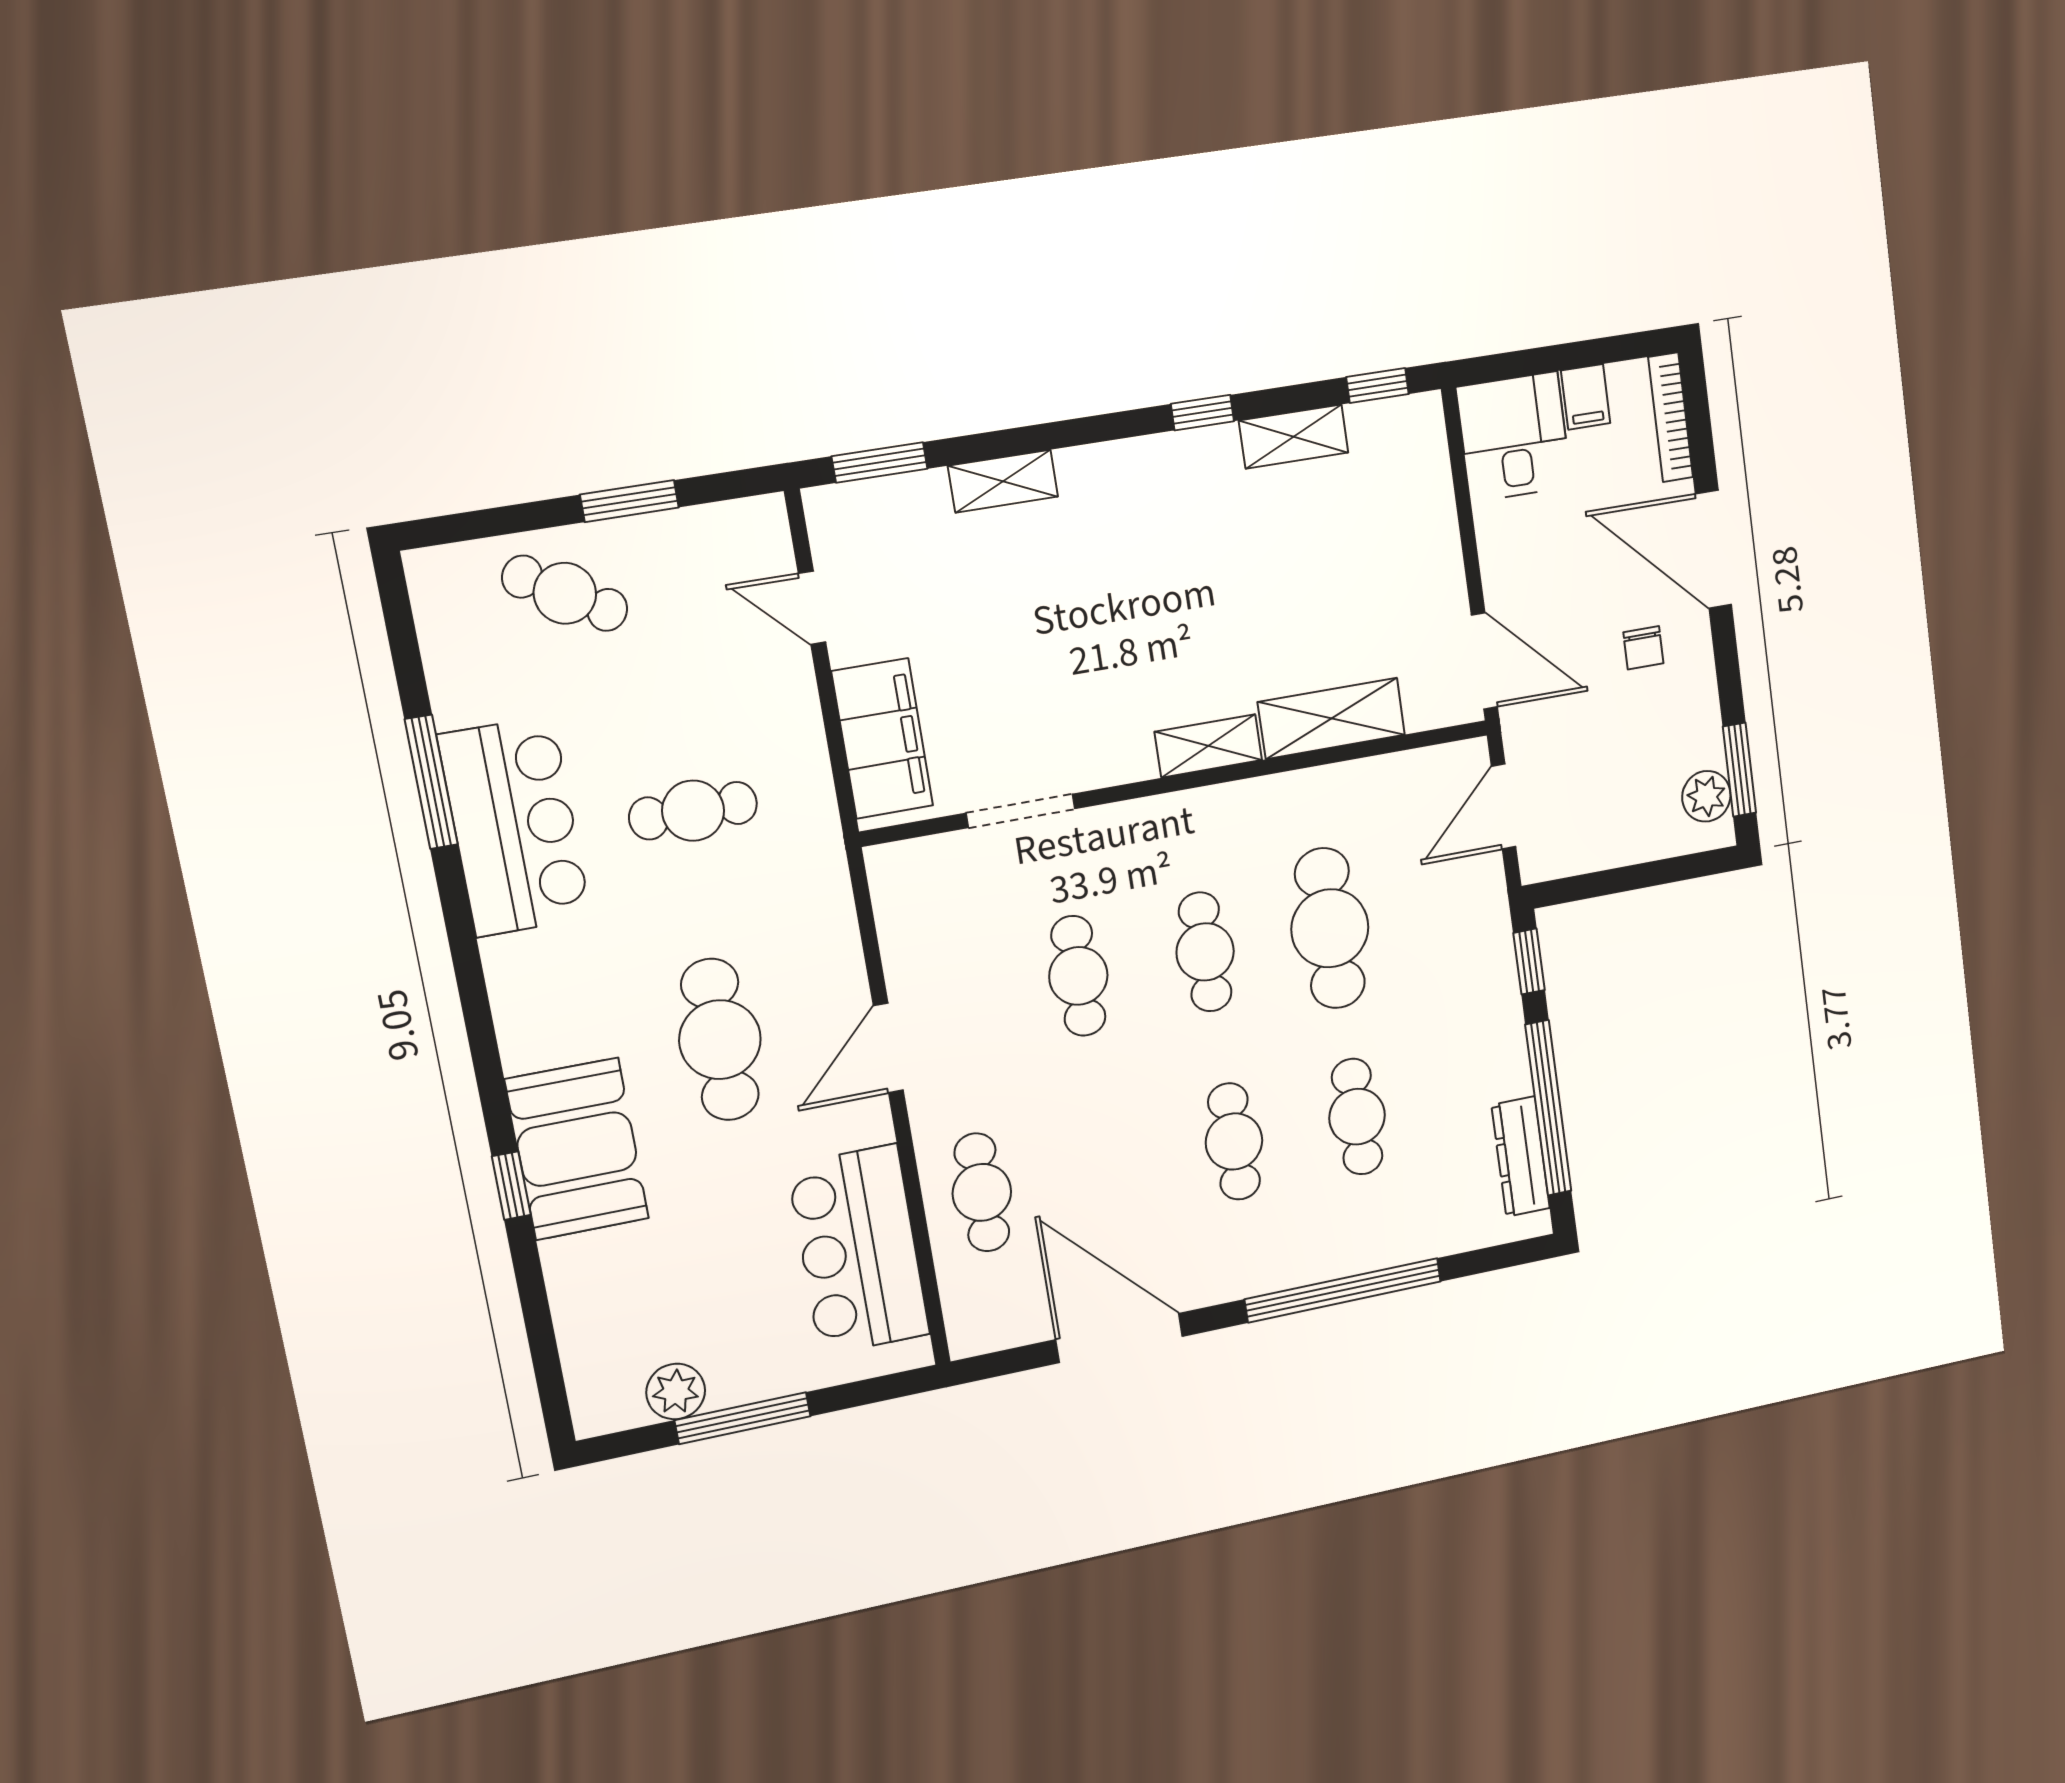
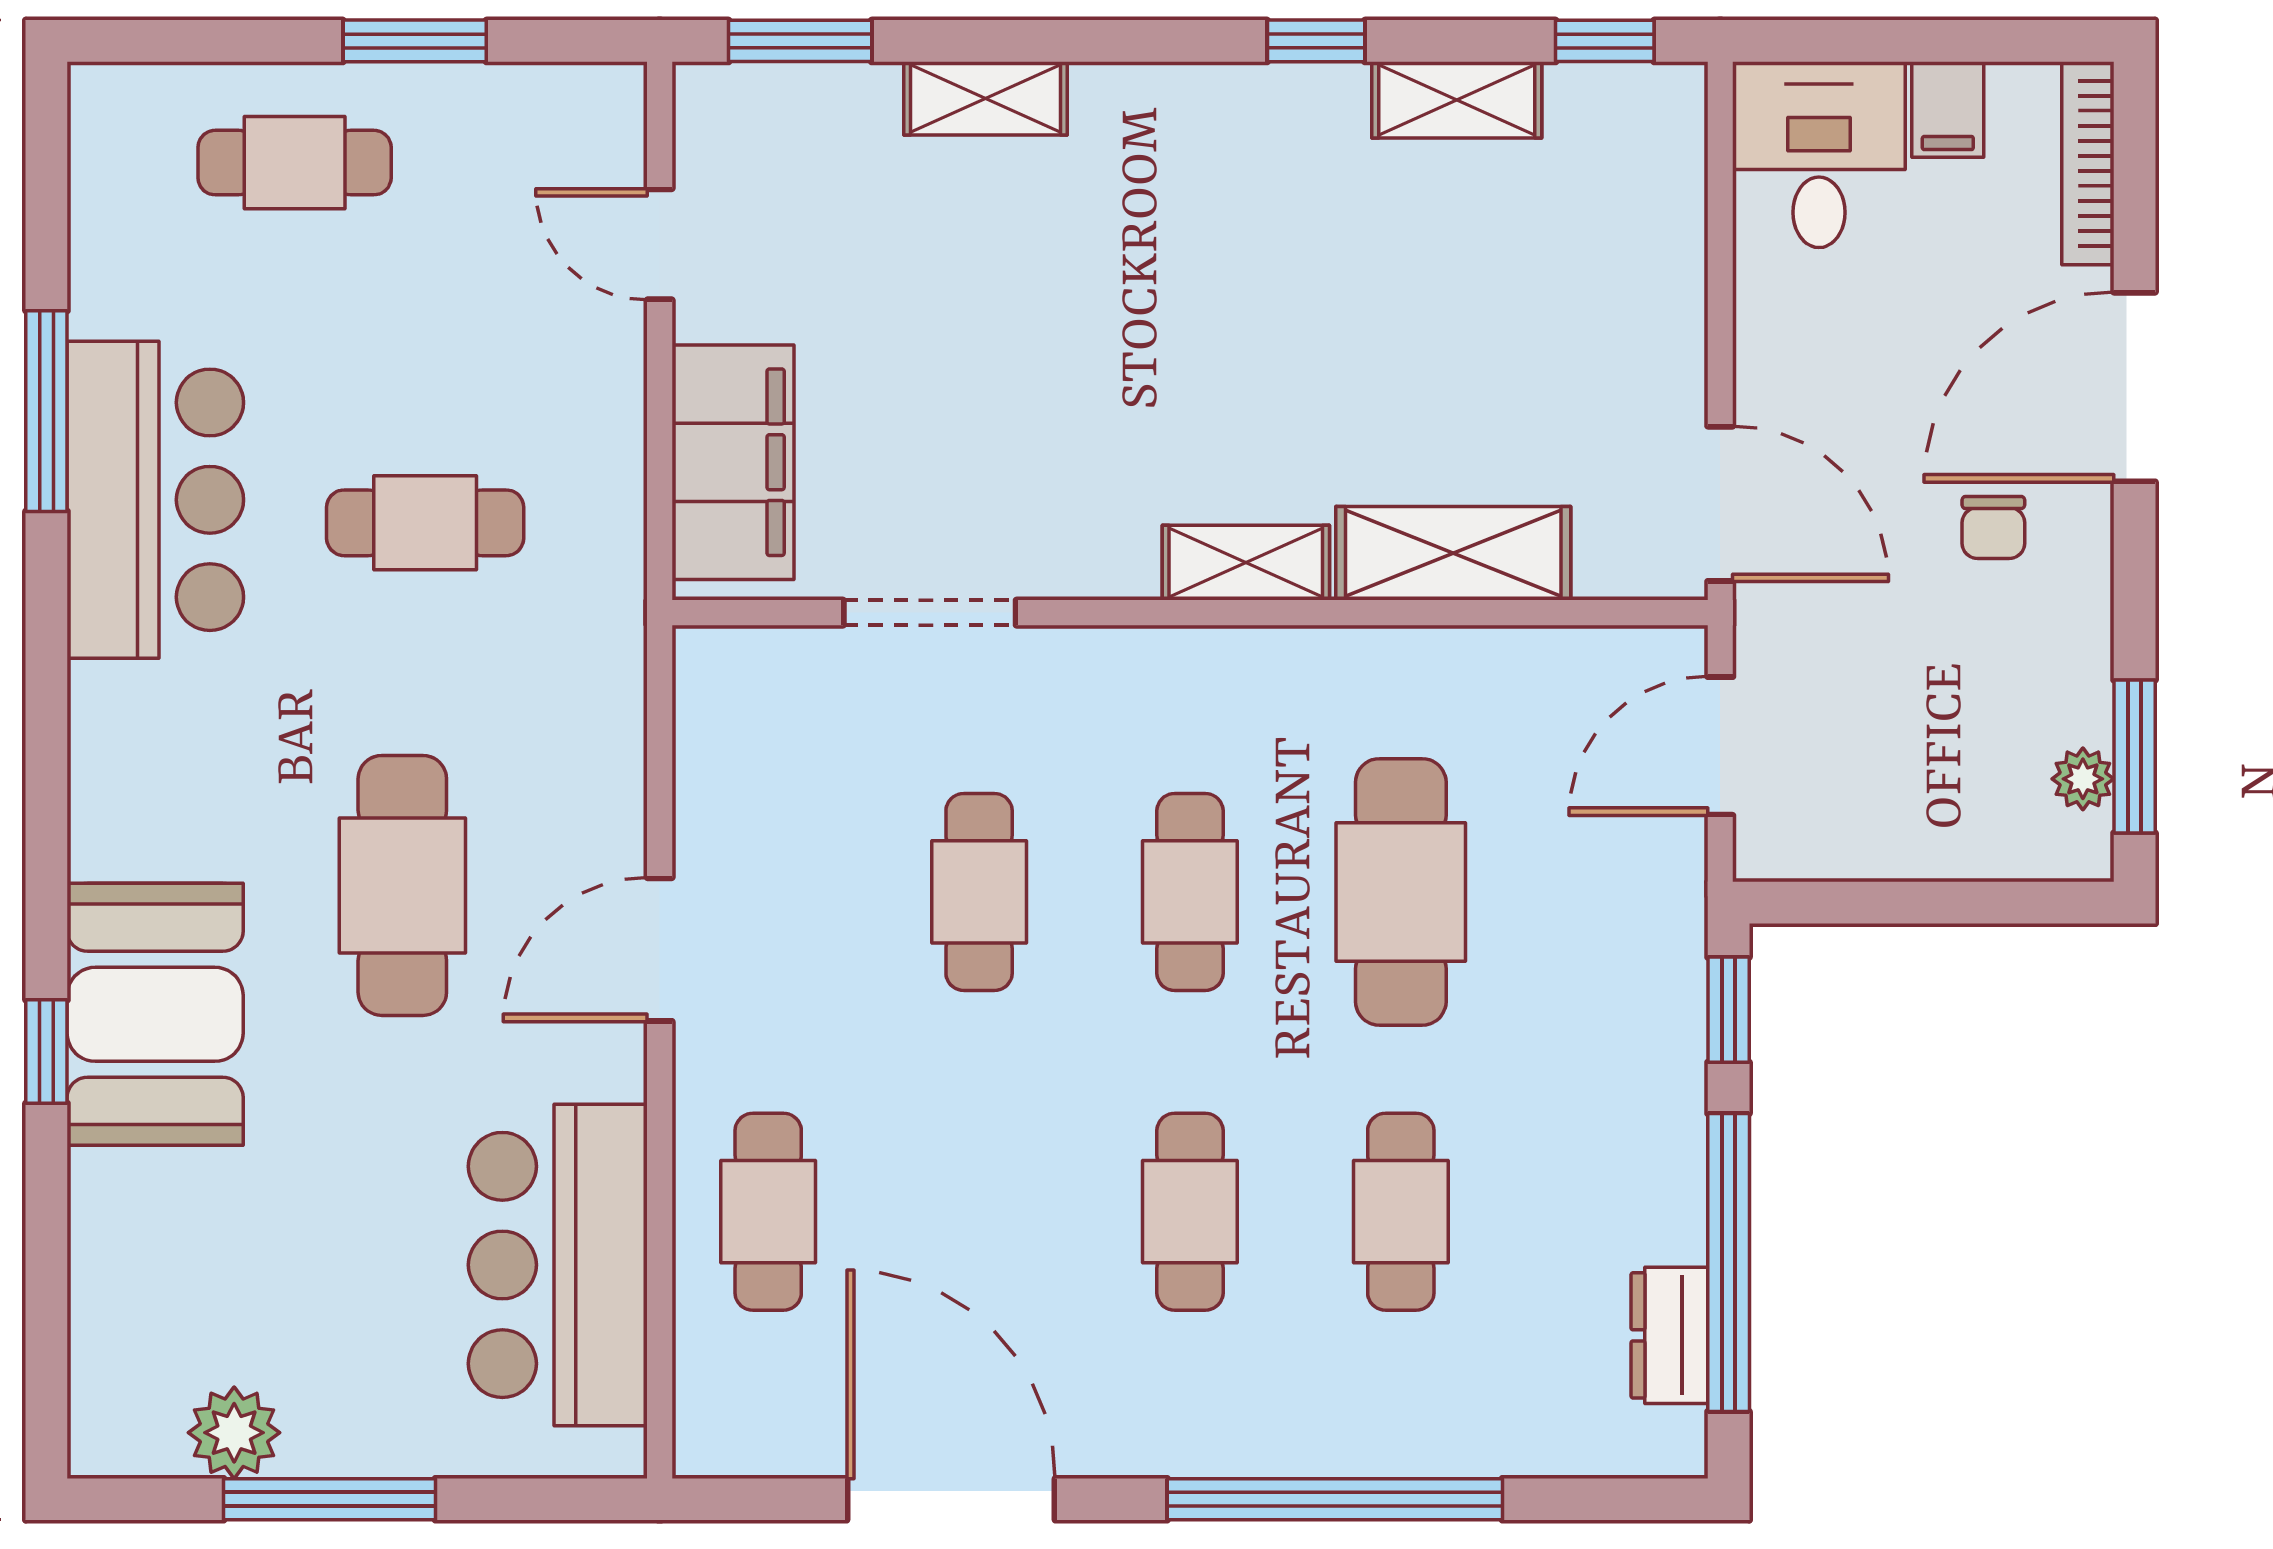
door: (1714, 549) -> (2135, 387), hinge flipped
cafe table: (565, 593) -> (295, 163), turned -31
plant: (1706, 796) -> (2083, 779), width x0.73, depth x0.73
dresser: (1521, 1157) -> (1669, 1335), width x0.70

